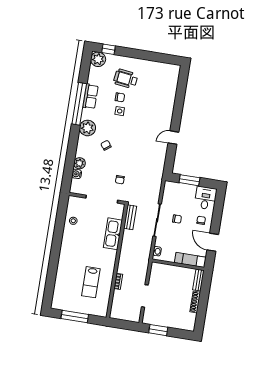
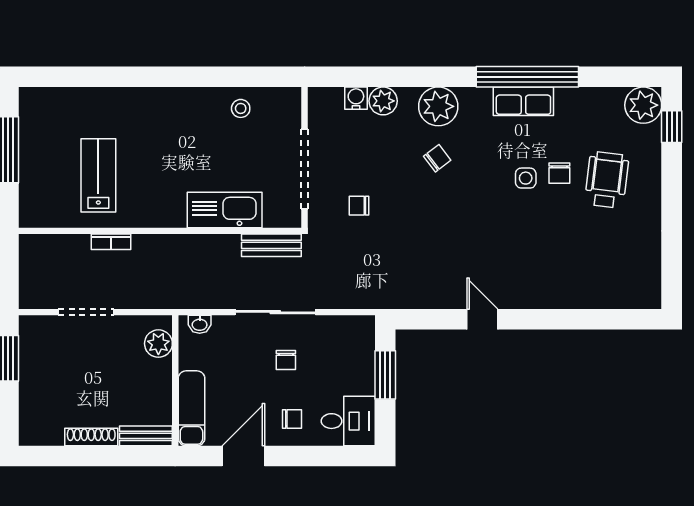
row of seats: (90, 96) -> (523, 101), moved
plant: (87, 128) -> (438, 106), moved
plant: (162, 269) -> (158, 344), added
lab bench: (91, 282) -> (98, 175), turned 90

